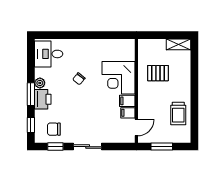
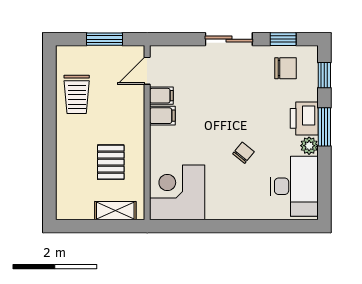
shelving: (179, 44) -> (115, 211), moved
desk: (49, 54) -> (294, 186), width x1.37
pallet: (158, 73) -> (111, 162), turned 90
corner desk: (118, 78) -> (177, 192), moved, turned -90
trolley: (178, 114) -> (77, 94), turned 180

